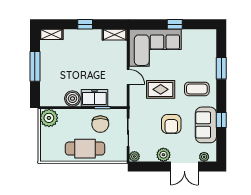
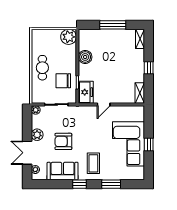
corner sofa: (155, 48) -> (129, 144), moved
rug: (161, 89) -> (93, 132), removed
freezer: (94, 98) -> (86, 92), moved
window: (221, 120) -> (79, 184), moved
cafe table: (85, 149) -> (42, 68), width x0.73, depth x0.74

